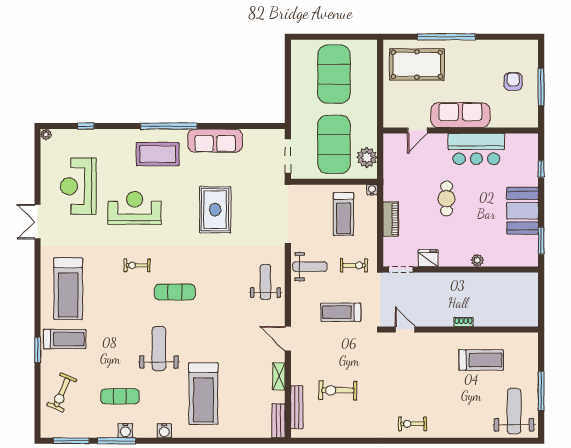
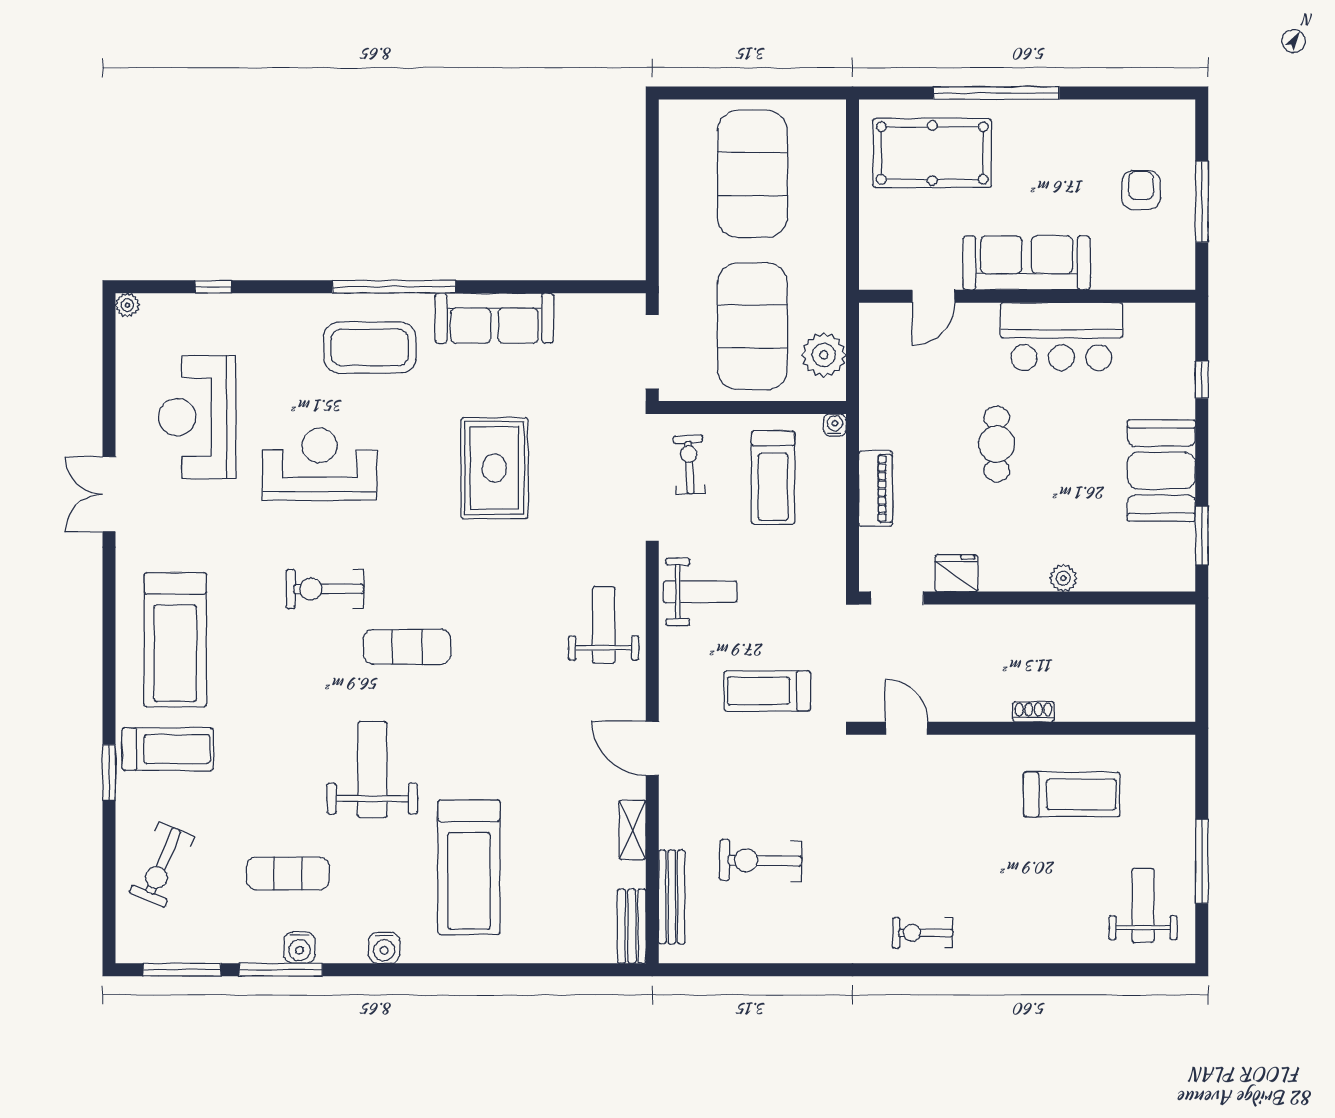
exercise bike: (137, 265) -> (325, 589), width x1.38, depth x1.39
exercise bike: (354, 265) -> (689, 465), moved, turned -93
weight bench: (514, 411) -> (1143, 905), width x0.73, depth x0.75

